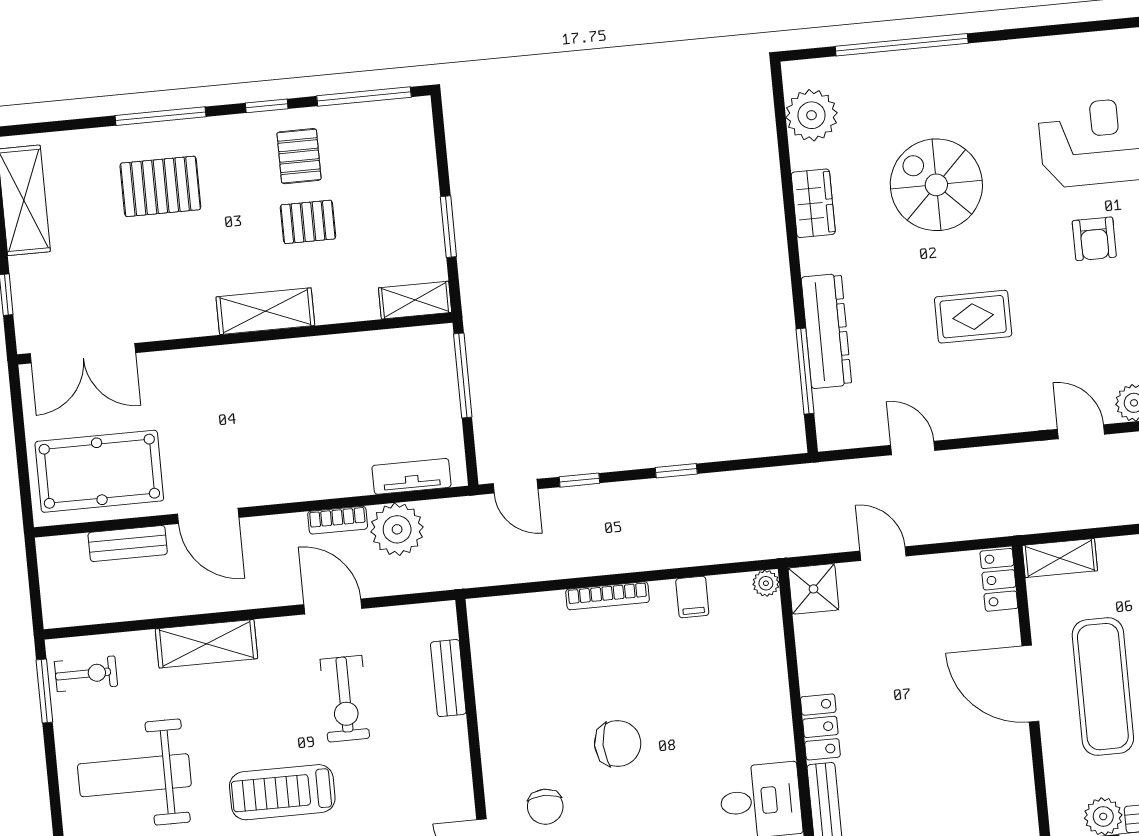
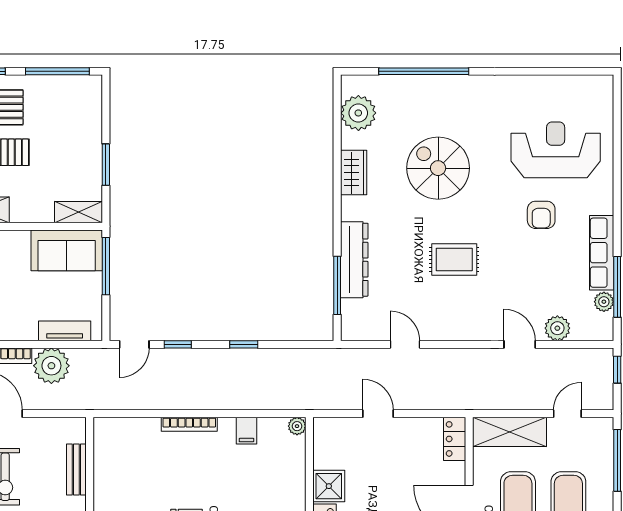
sofa: (403, 358) -> (67, 250), added
door: (515, 486) -> (134, 344), hinge flipped
shelving: (1060, 558) -> (509, 432), width x1.50, depth x1.33
shower: (813, 589) -> (329, 486), moved

